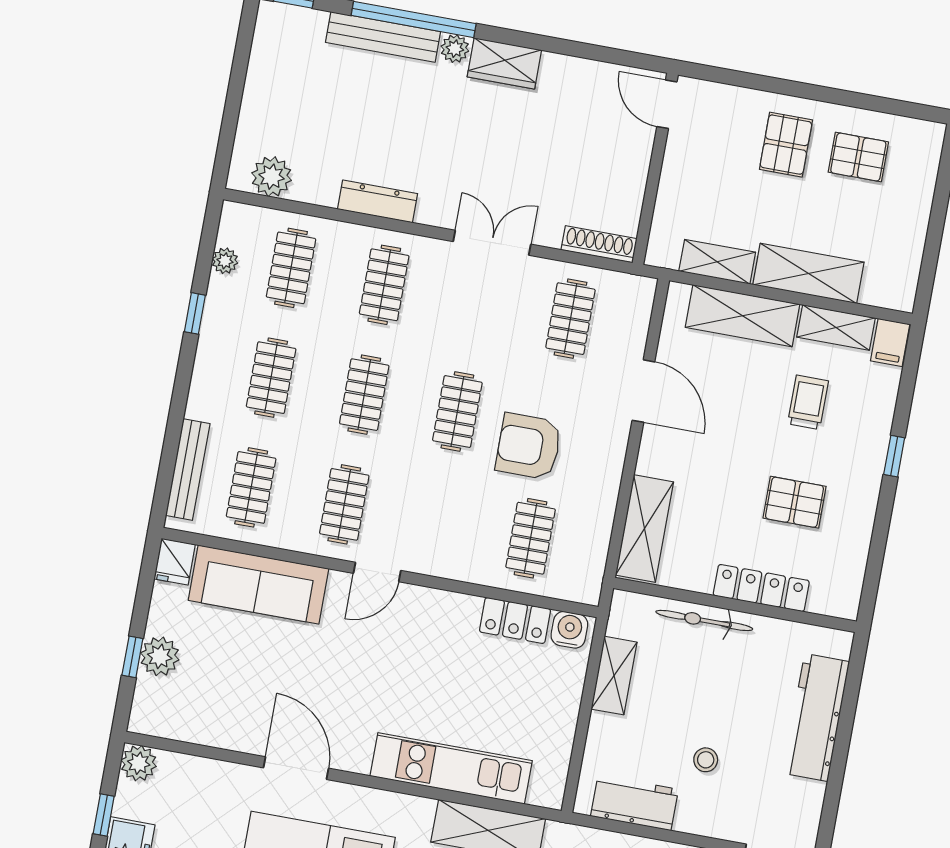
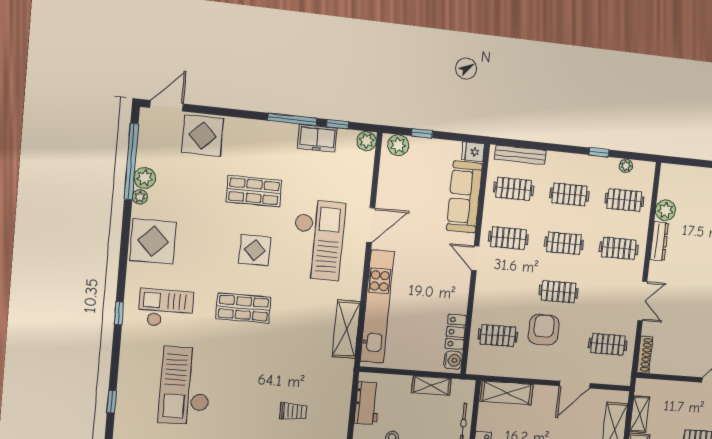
plant: (272, 177) -> (665, 210), moved
plant: (160, 656) -> (398, 145), moved
kitchen unit: (451, 768) -> (377, 307), width x1.36

